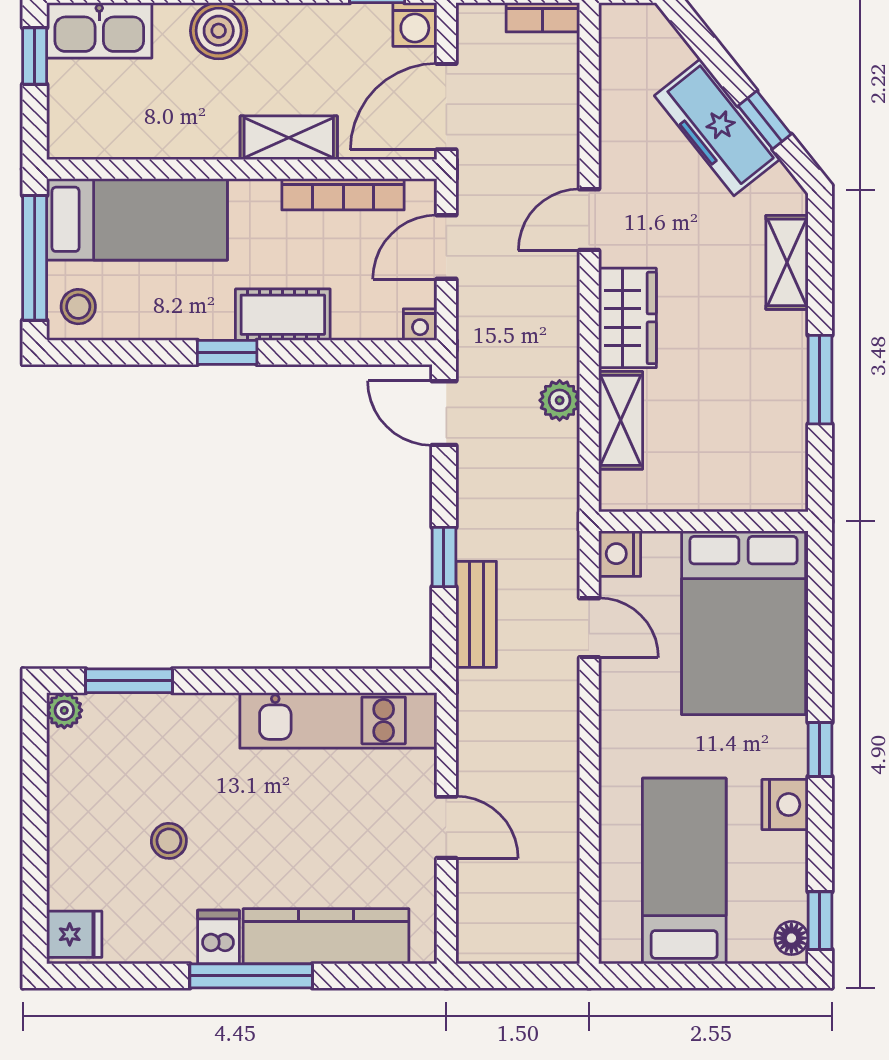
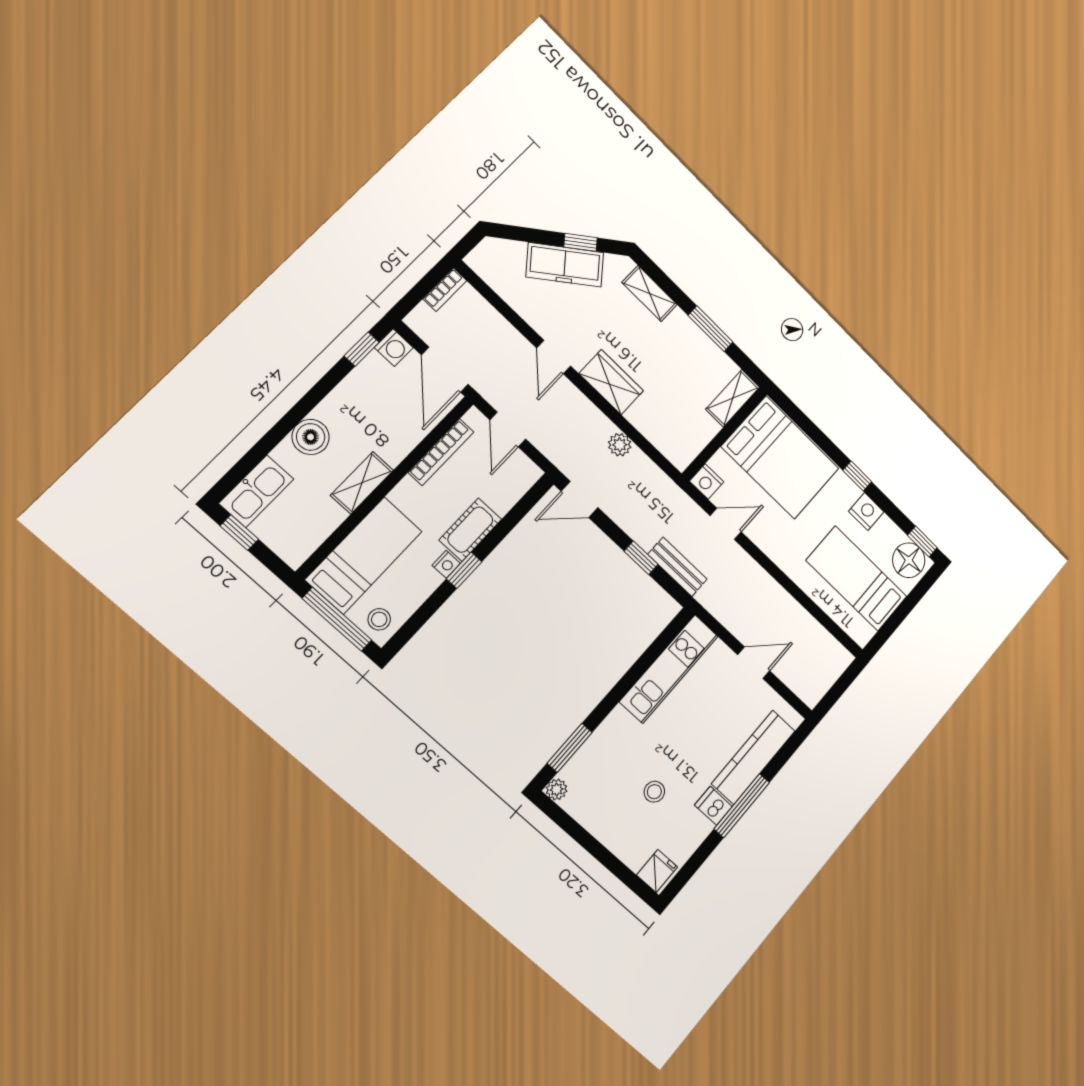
shelving: (289, 138) -> (362, 483), moved
nightstand: (420, 325) -> (446, 564), moved
shelving: (621, 420) -> (733, 398), moved, turned 90
floor lamp: (791, 938) -> (909, 560), width x1.89, depth x1.89

